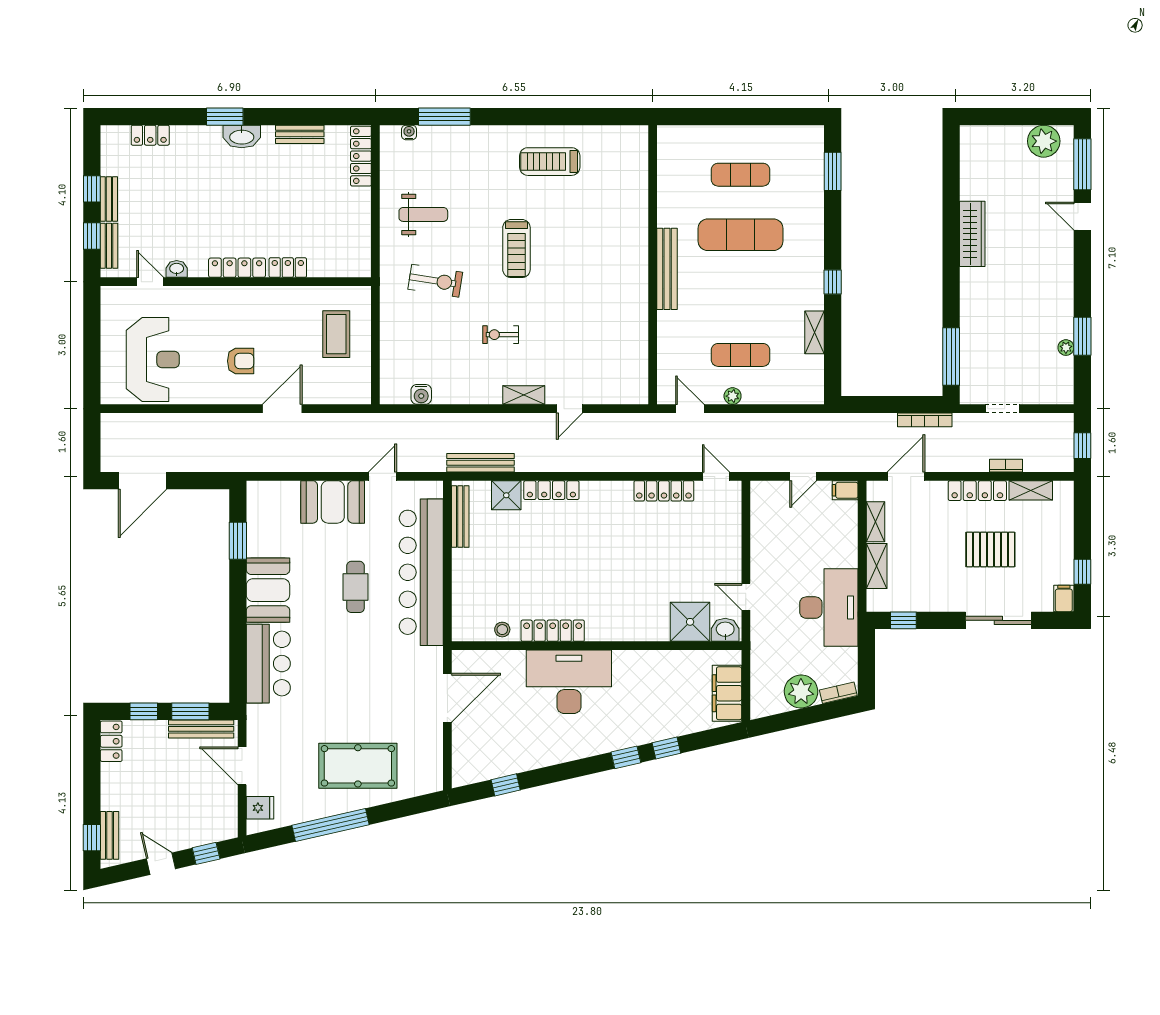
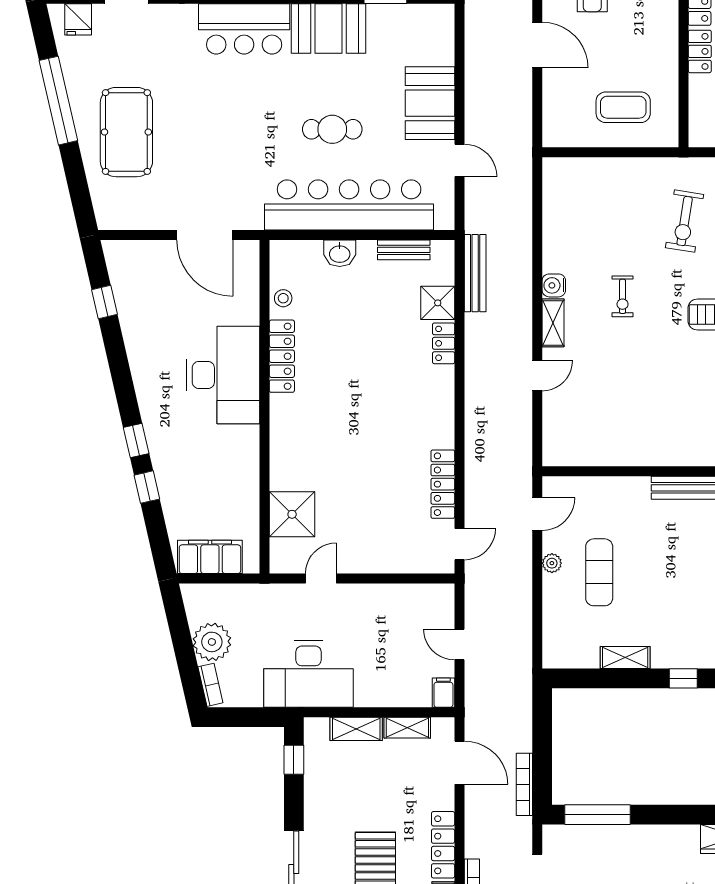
exercise bike: (501, 335) -> (623, 296), turned 180
water cooler: (421, 394) -> (554, 285), moved
door: (570, 409) -> (537, 376), swing flipped
locker: (551, 490) -> (444, 343), width x0.66
bench: (460, 517) -> (404, 250), width x0.73
washbasin: (725, 630) -> (340, 253), moved, turned 90

